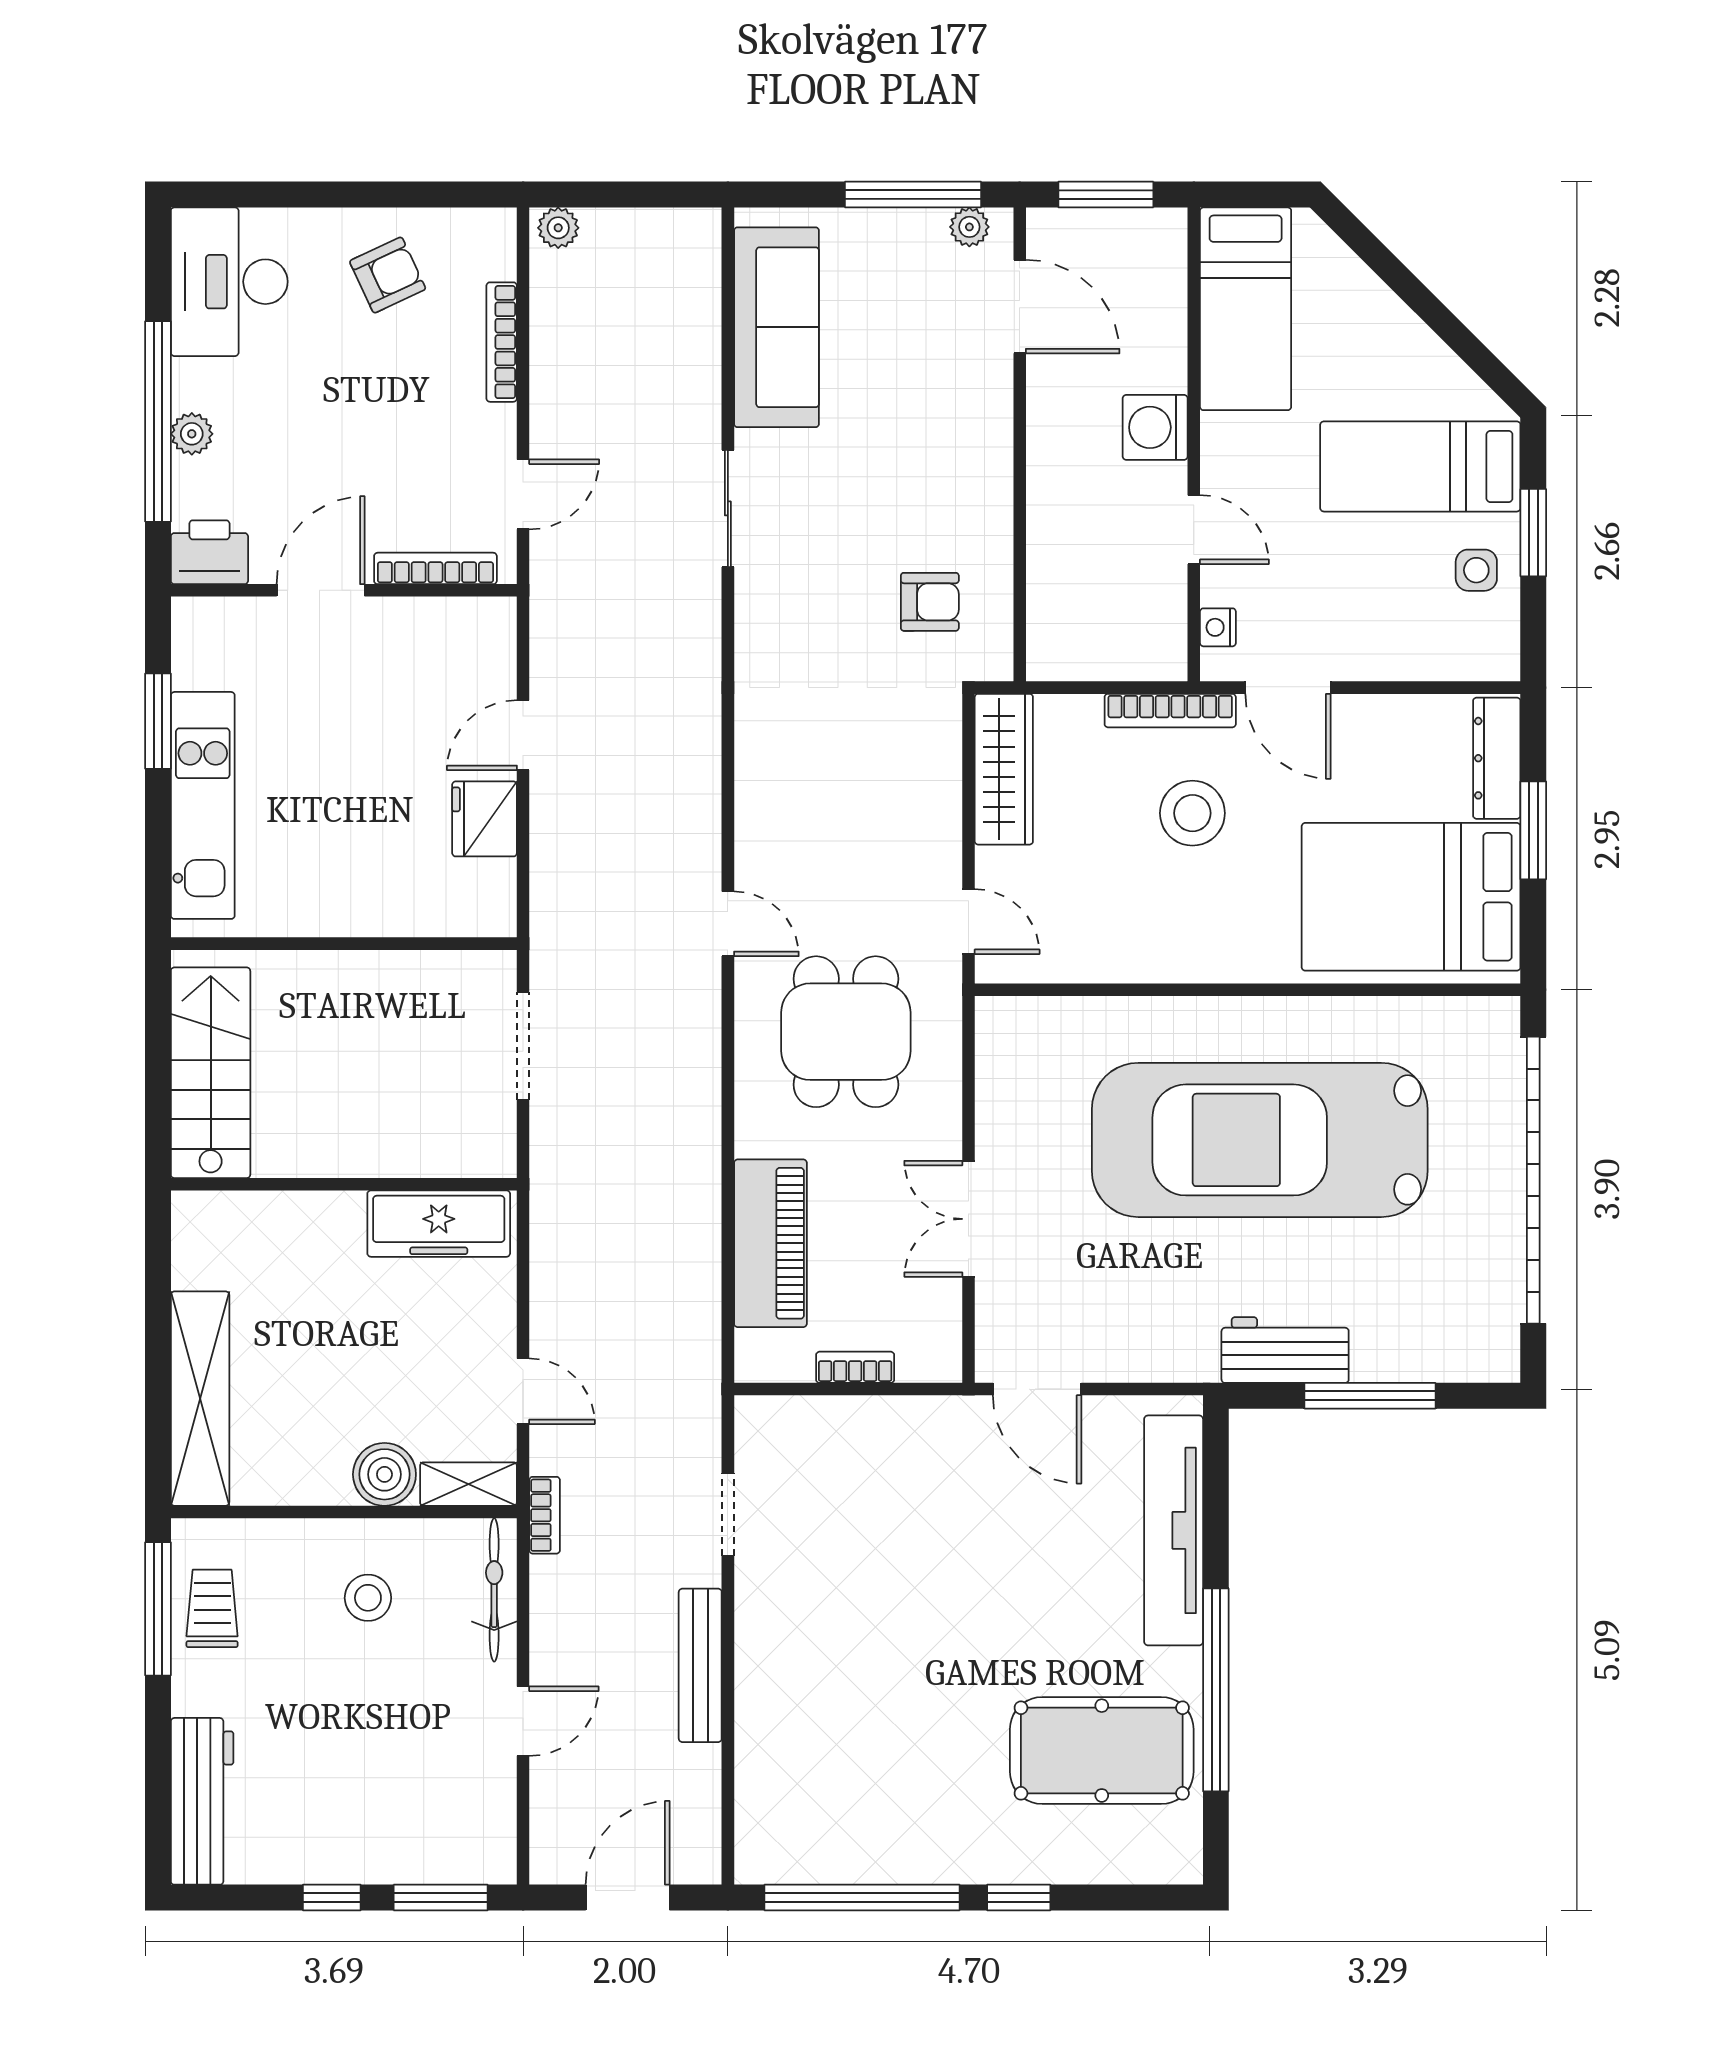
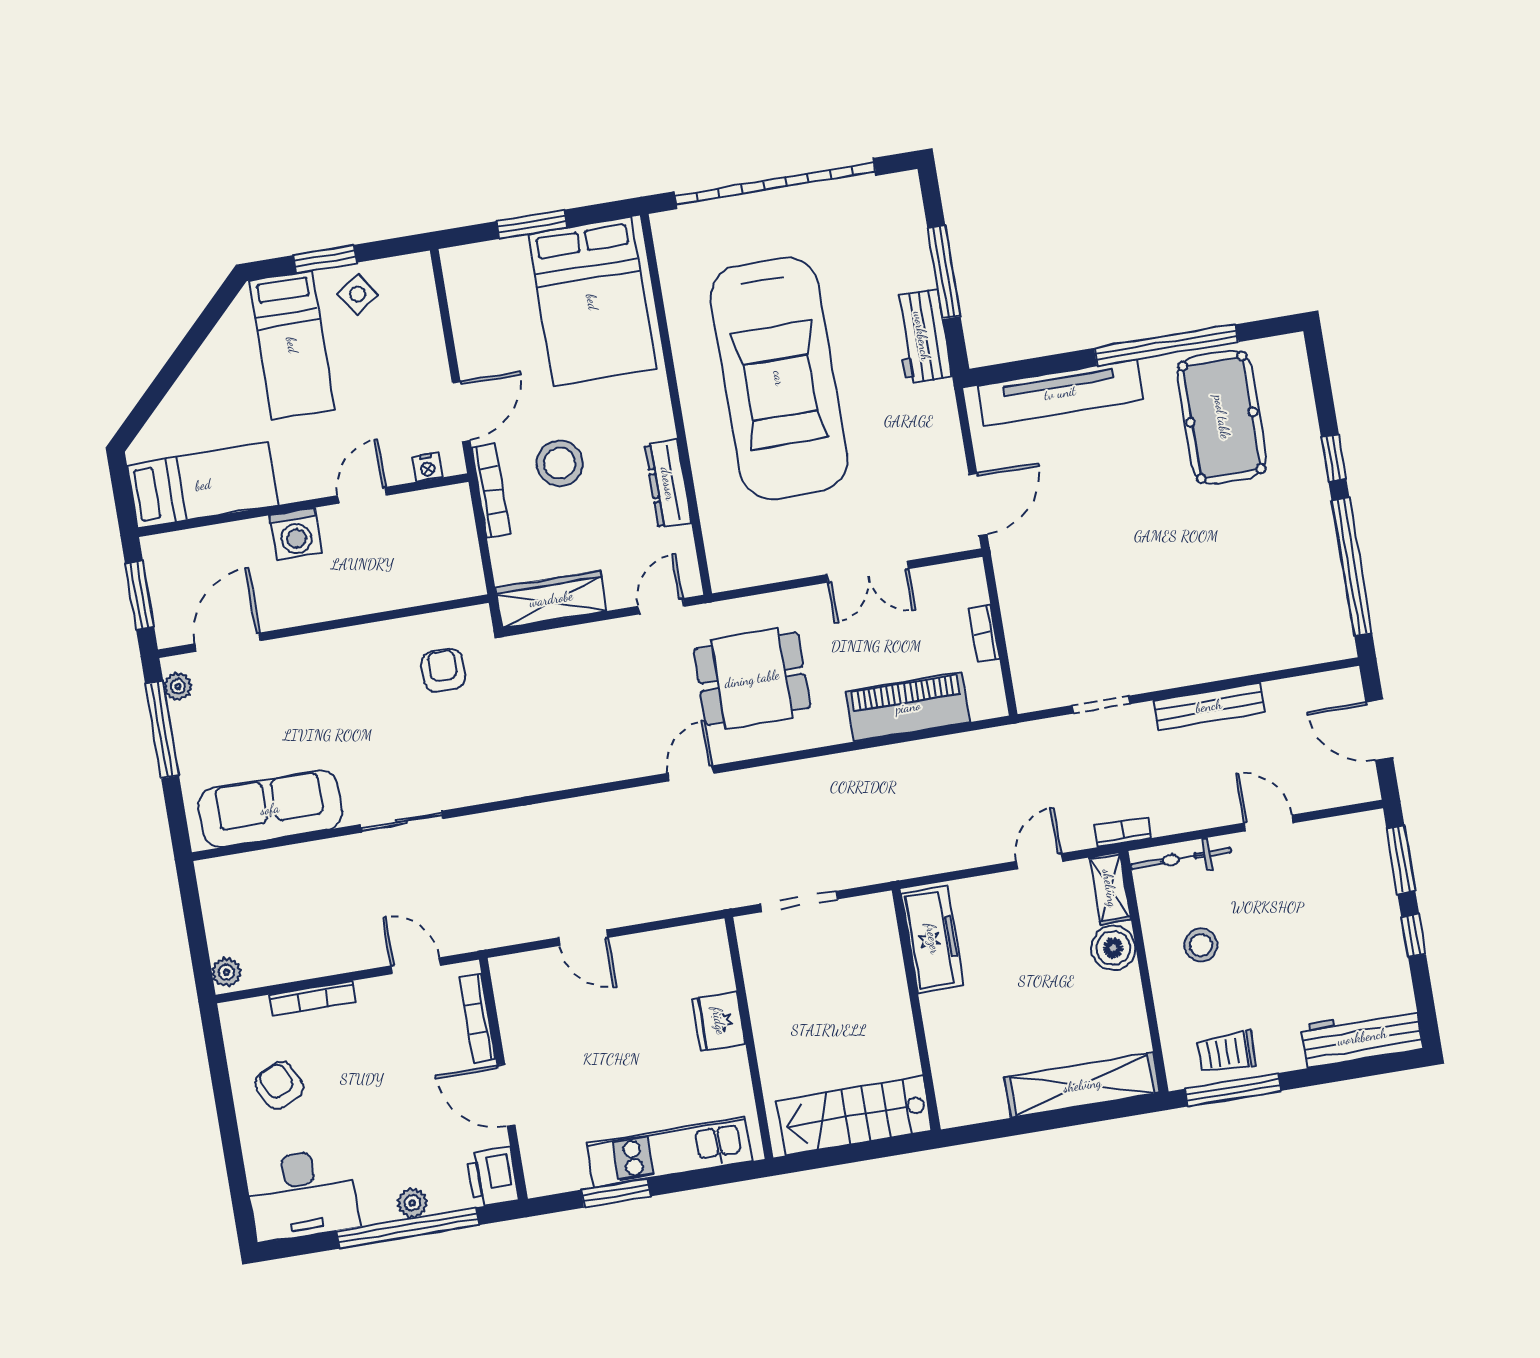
side table: (1476, 570) -> (358, 294), turned -34
dresser: (1497, 758) -> (668, 484), moved, turned 90
fridge: (485, 819) -> (719, 1021), moved, turned 90

